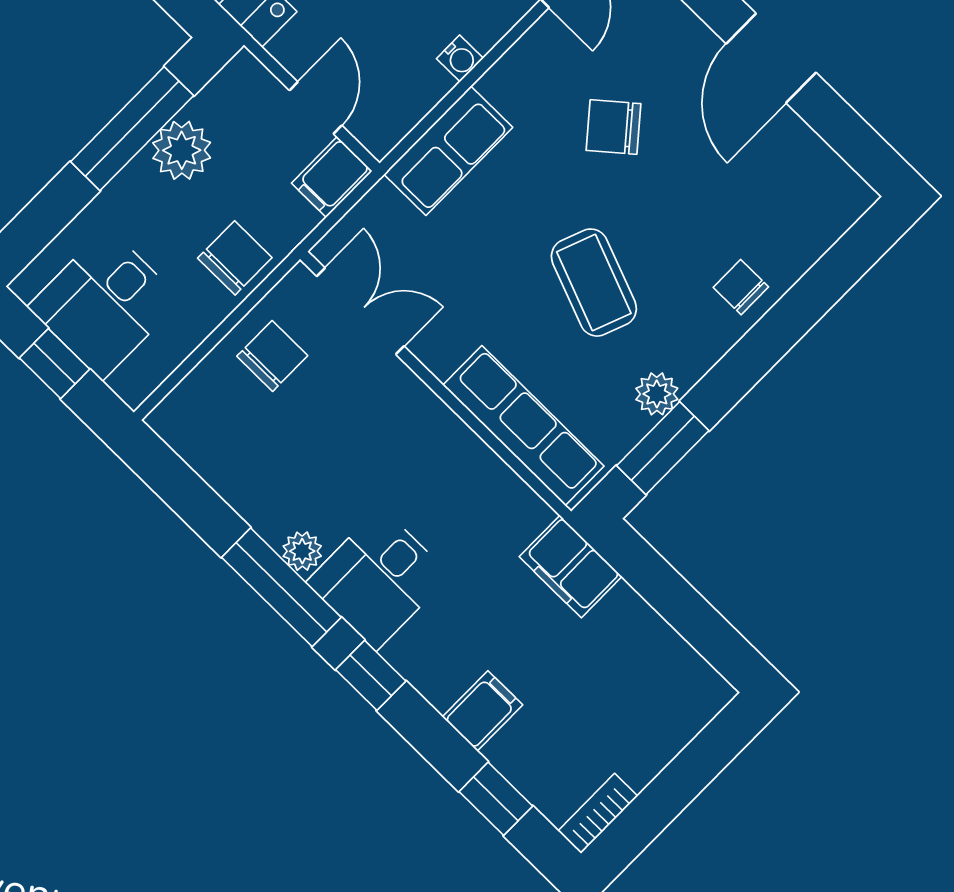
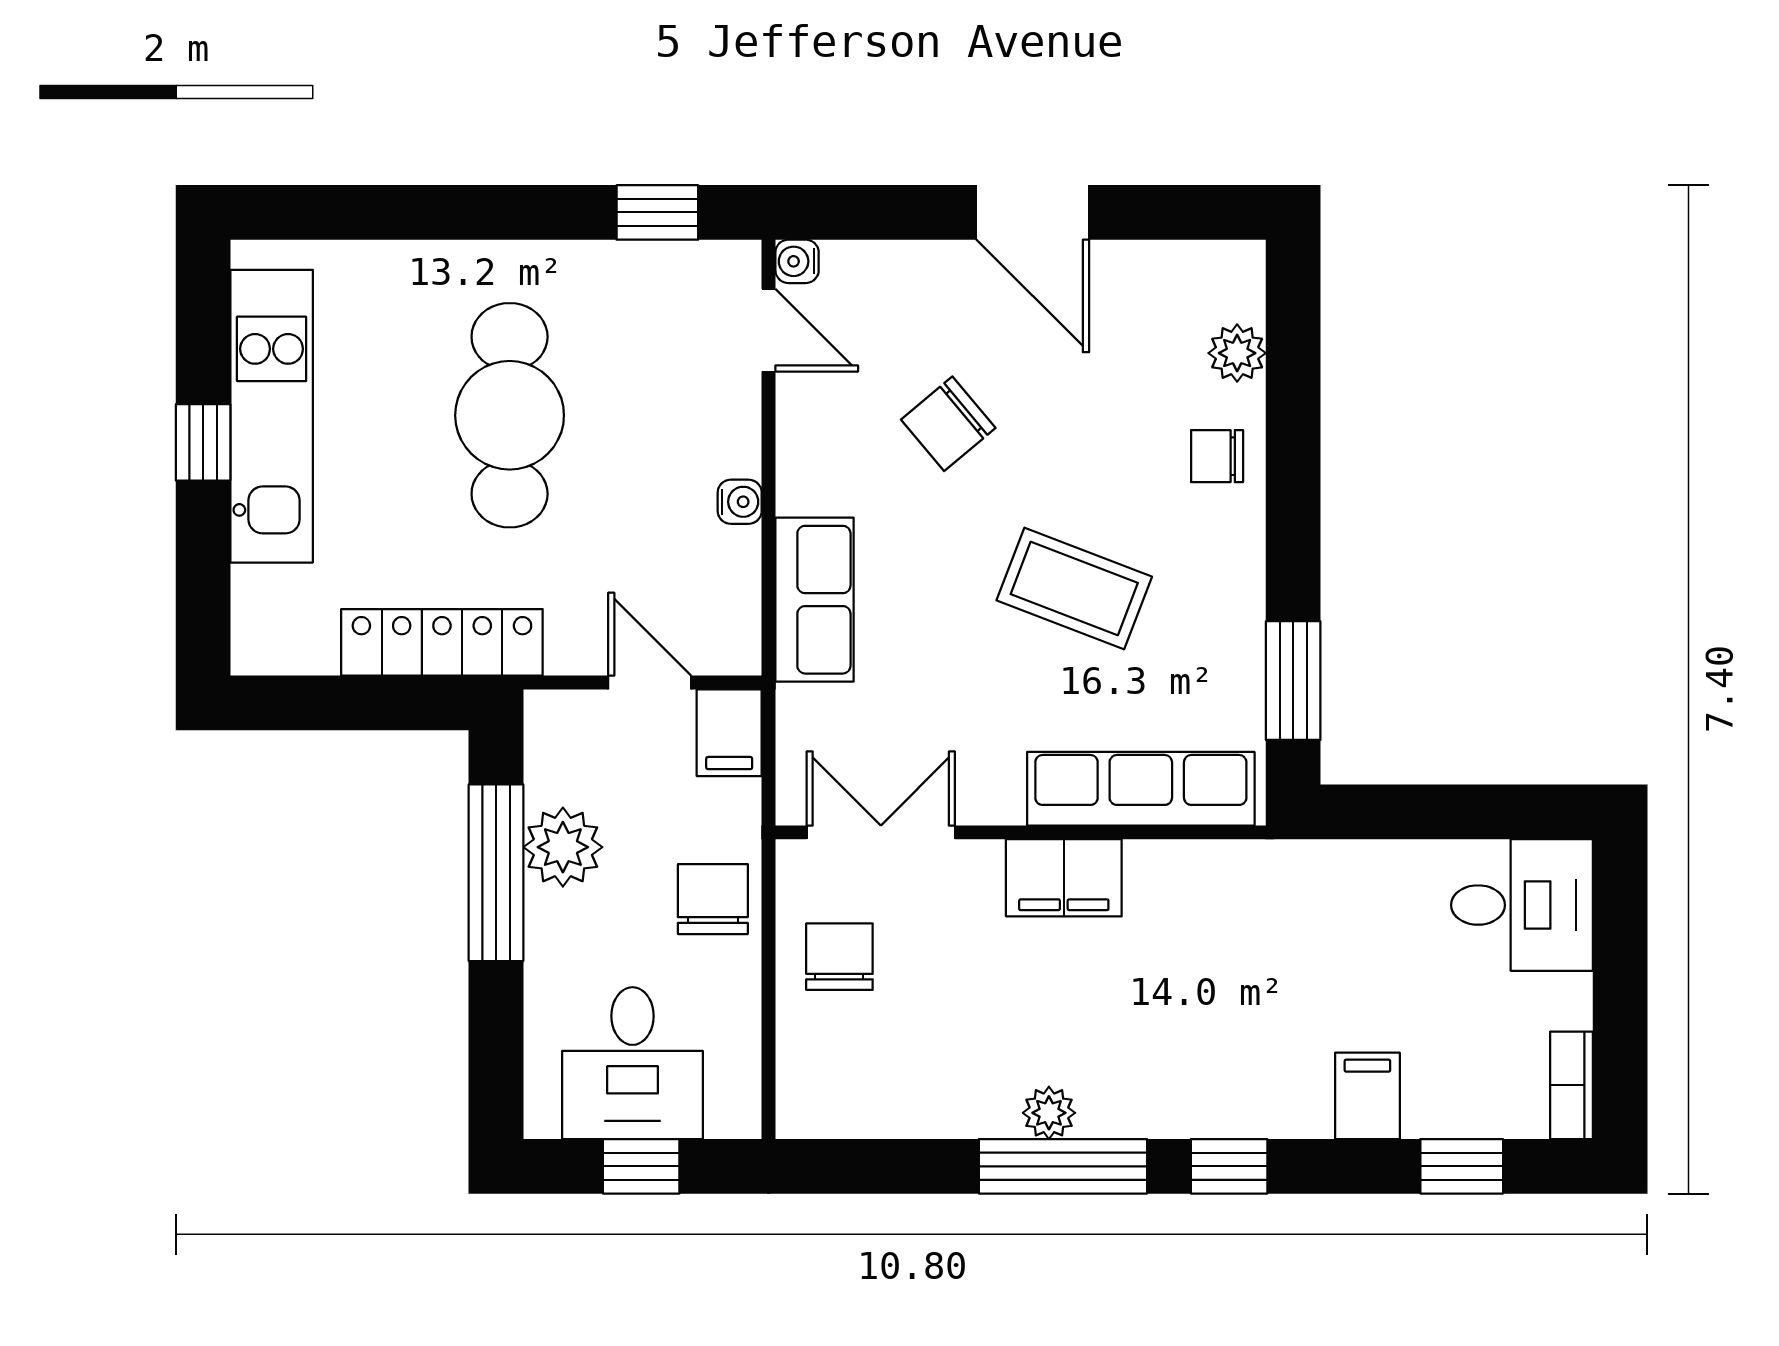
plant: (657, 394) -> (1237, 353), moved
filing cabinet: (571, 567) -> (1064, 878), moved
desk: (378, 579) -> (1522, 905), moved, turned -90

